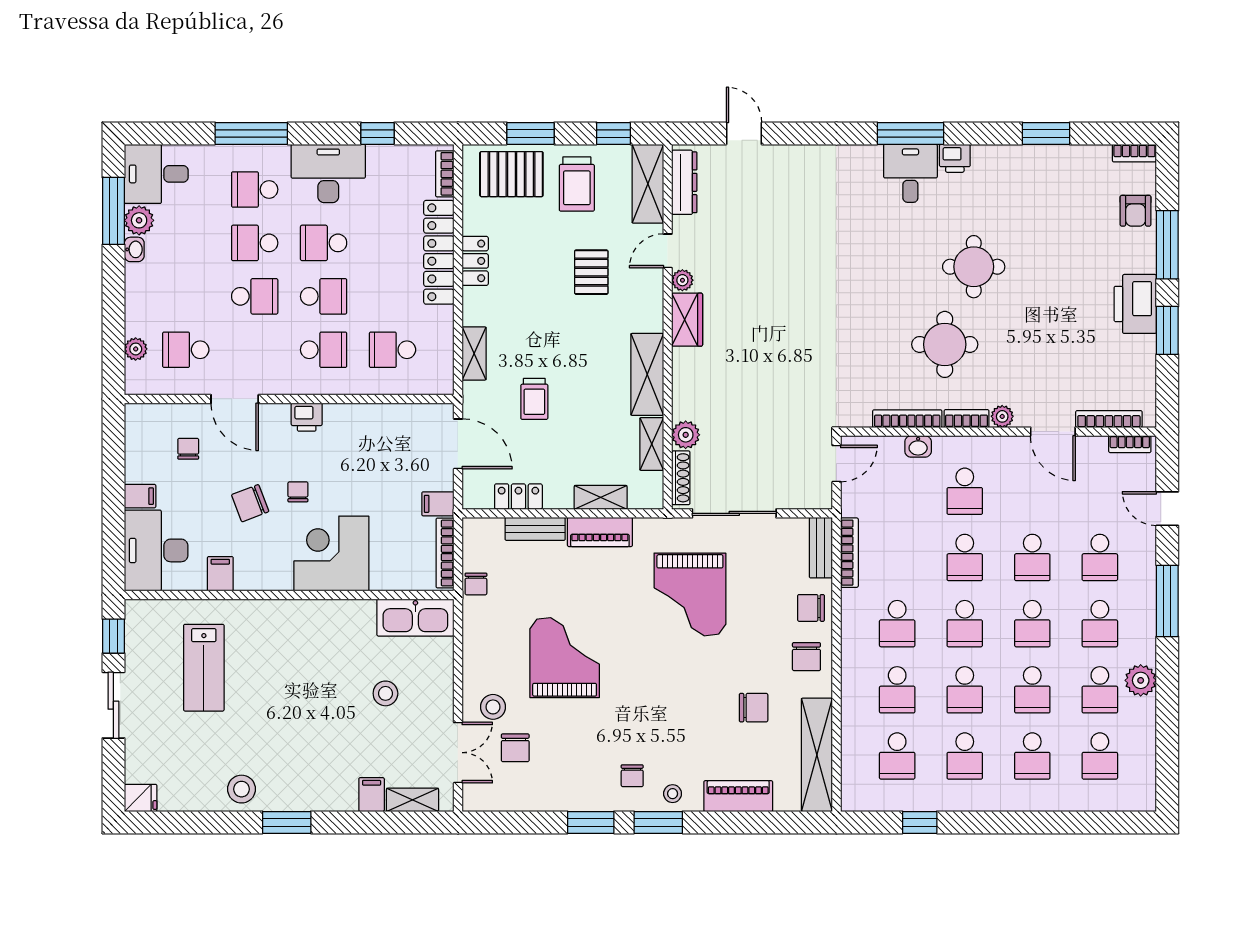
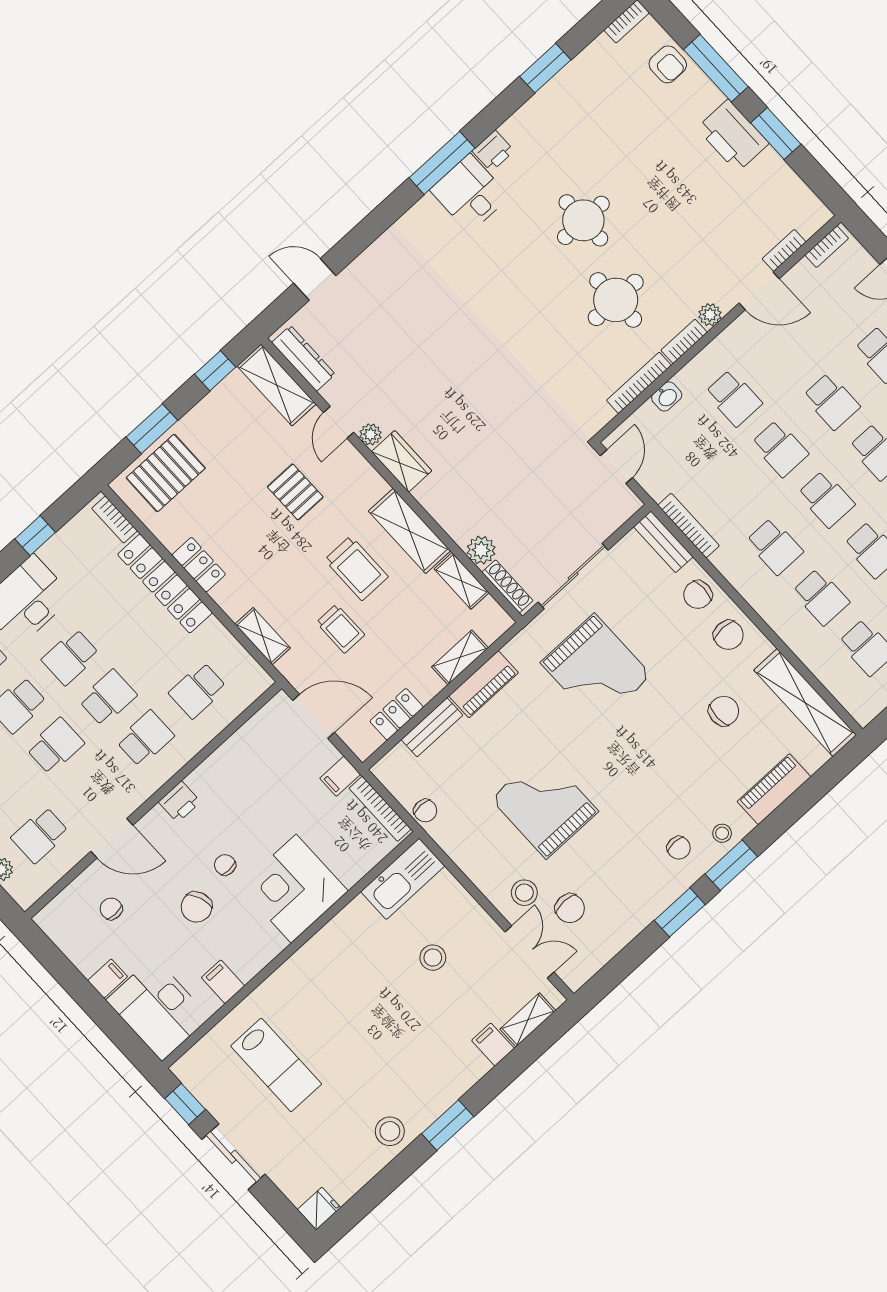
trolley: (577, 184) -> (356, 568), moved
bookcase: (1109, 419) -> (784, 250), width x0.64

